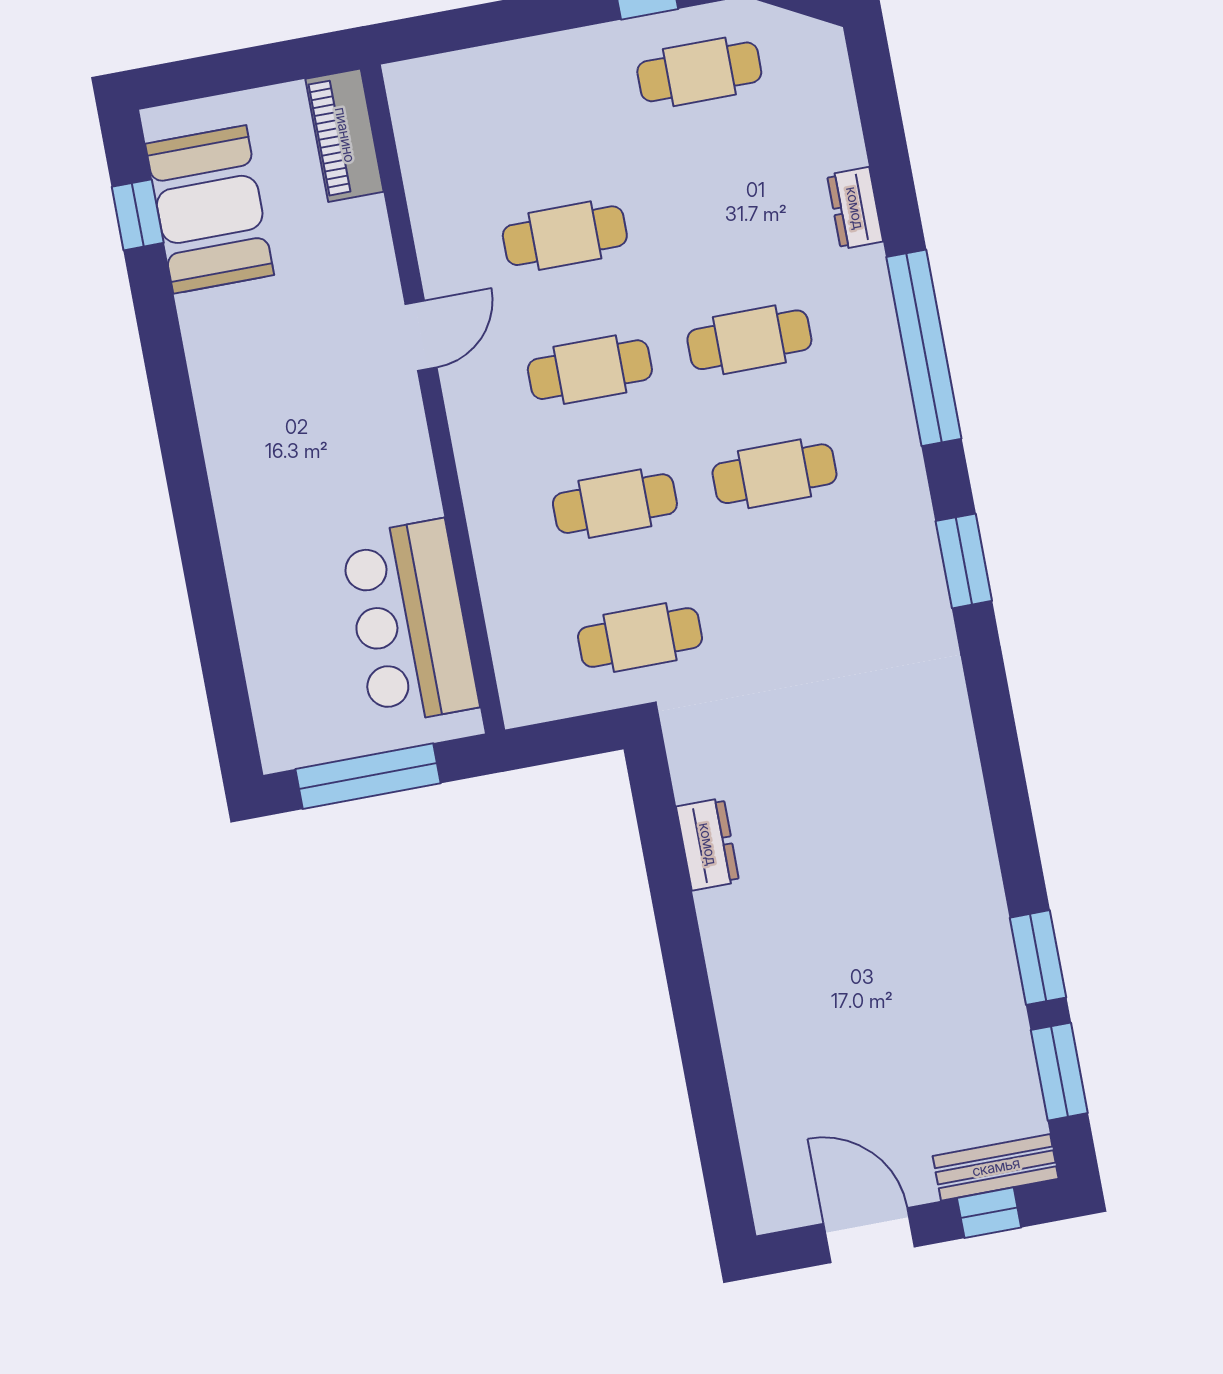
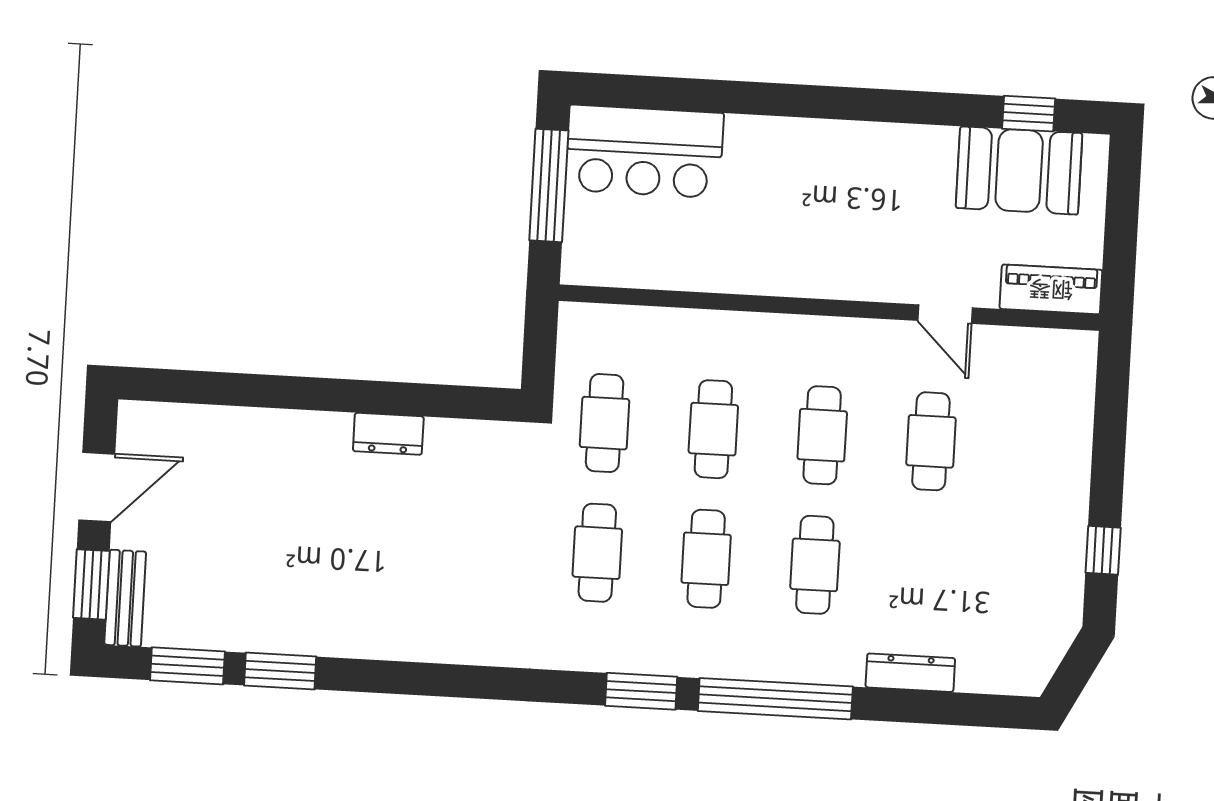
cafe table: (699, 72) -> (597, 553), moved
dresser: (855, 208) -> (910, 673), width x1.44
door: (421, 336) -> (945, 314), moved
window: (964, 561) -> (641, 691), moved
bar counter: (410, 622) -> (644, 151), moved, turned 180
dresser: (708, 844) -> (388, 434), moved
window: (989, 1213) -> (91, 584), width x1.50

